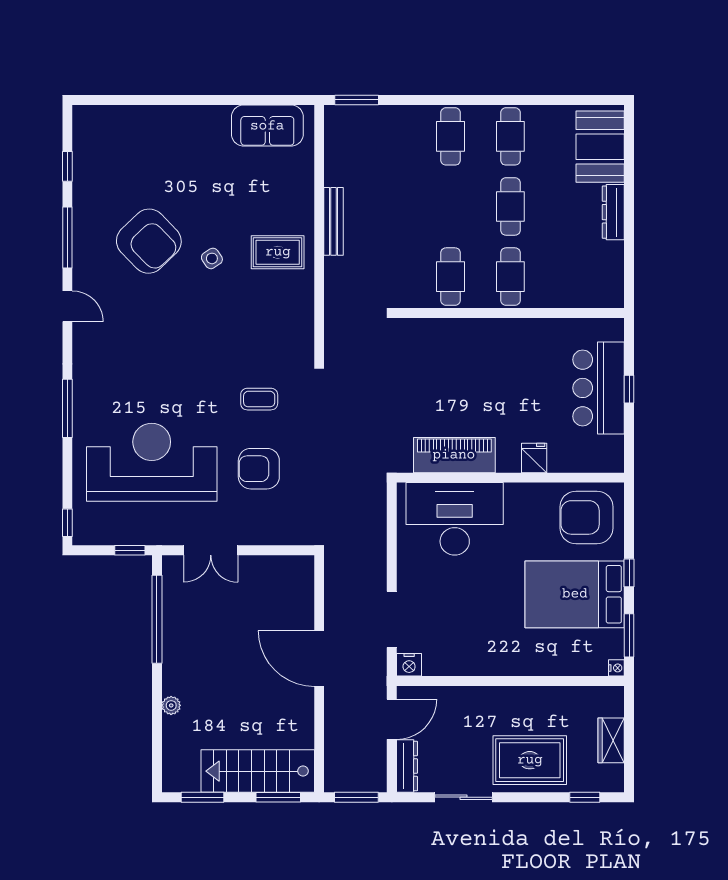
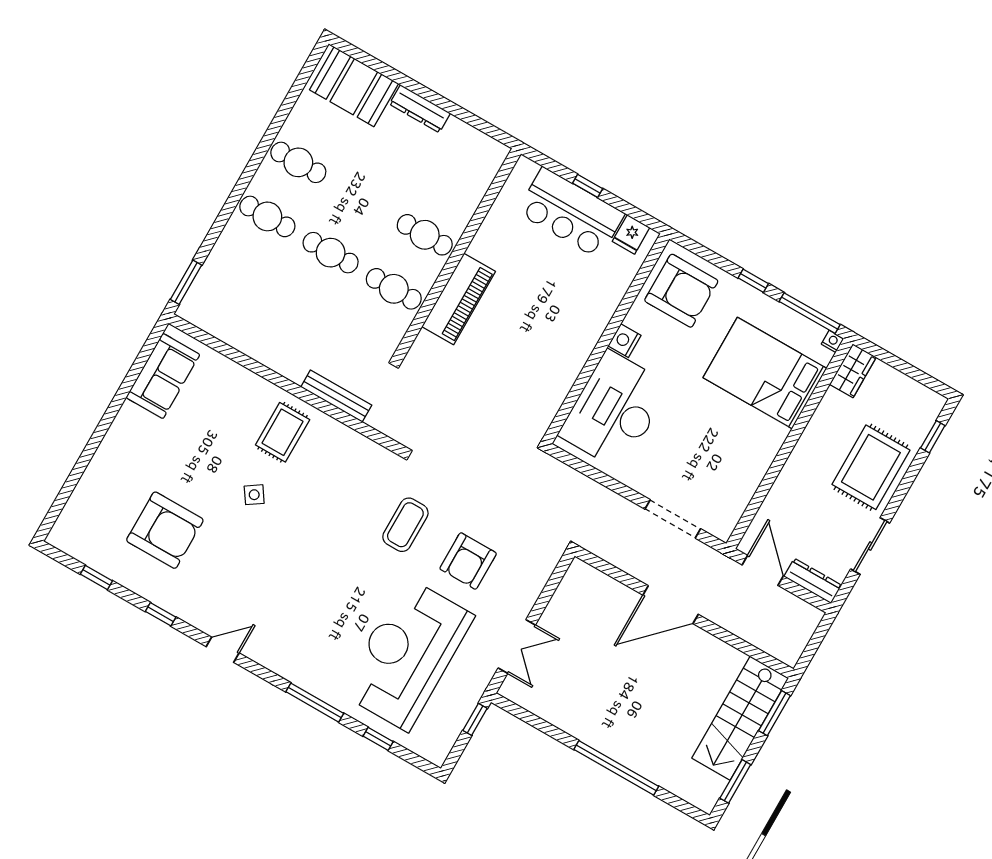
cafe table: (510, 206) -> (331, 253), moved
bench: (334, 221) -> (336, 396), moved
window: (67, 237) -> (161, 614), width x0.46
armchair: (149, 241) -> (165, 530), moved, turned 44
coffee table: (259, 399) -> (405, 525), width x1.36, depth x1.30
piano: (454, 455) -> (459, 299), moved, turned 180
fridge: (534, 458) -> (631, 234), moved, turned -90
armchair: (586, 517) -> (681, 291), turned -90
window: (67, 523) -> (378, 739), moved
bed: (575, 594) -> (765, 373), moved, turned 90
window: (157, 619) -> (616, 768), moved
window: (629, 635) -> (810, 313), width x1.44
nightstand: (409, 665) -> (625, 341), moved, turned 180
plant: (171, 705) -> (636, 762), removed
wardrobe: (611, 740) -> (853, 371), moved, turned -90
window: (356, 797) -> (815, 643), removed

